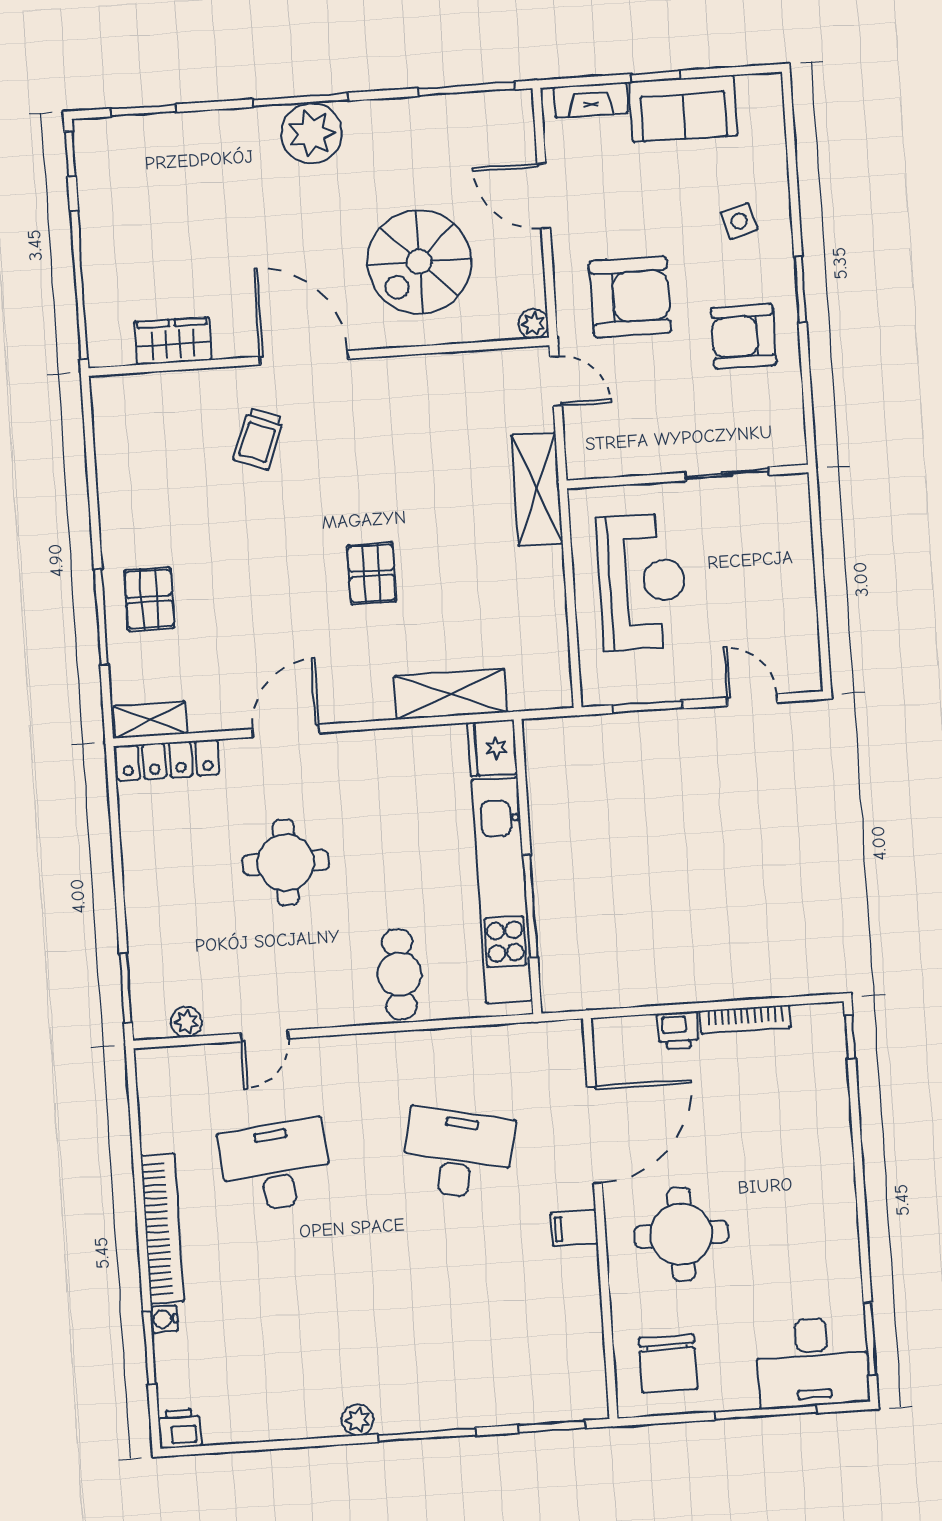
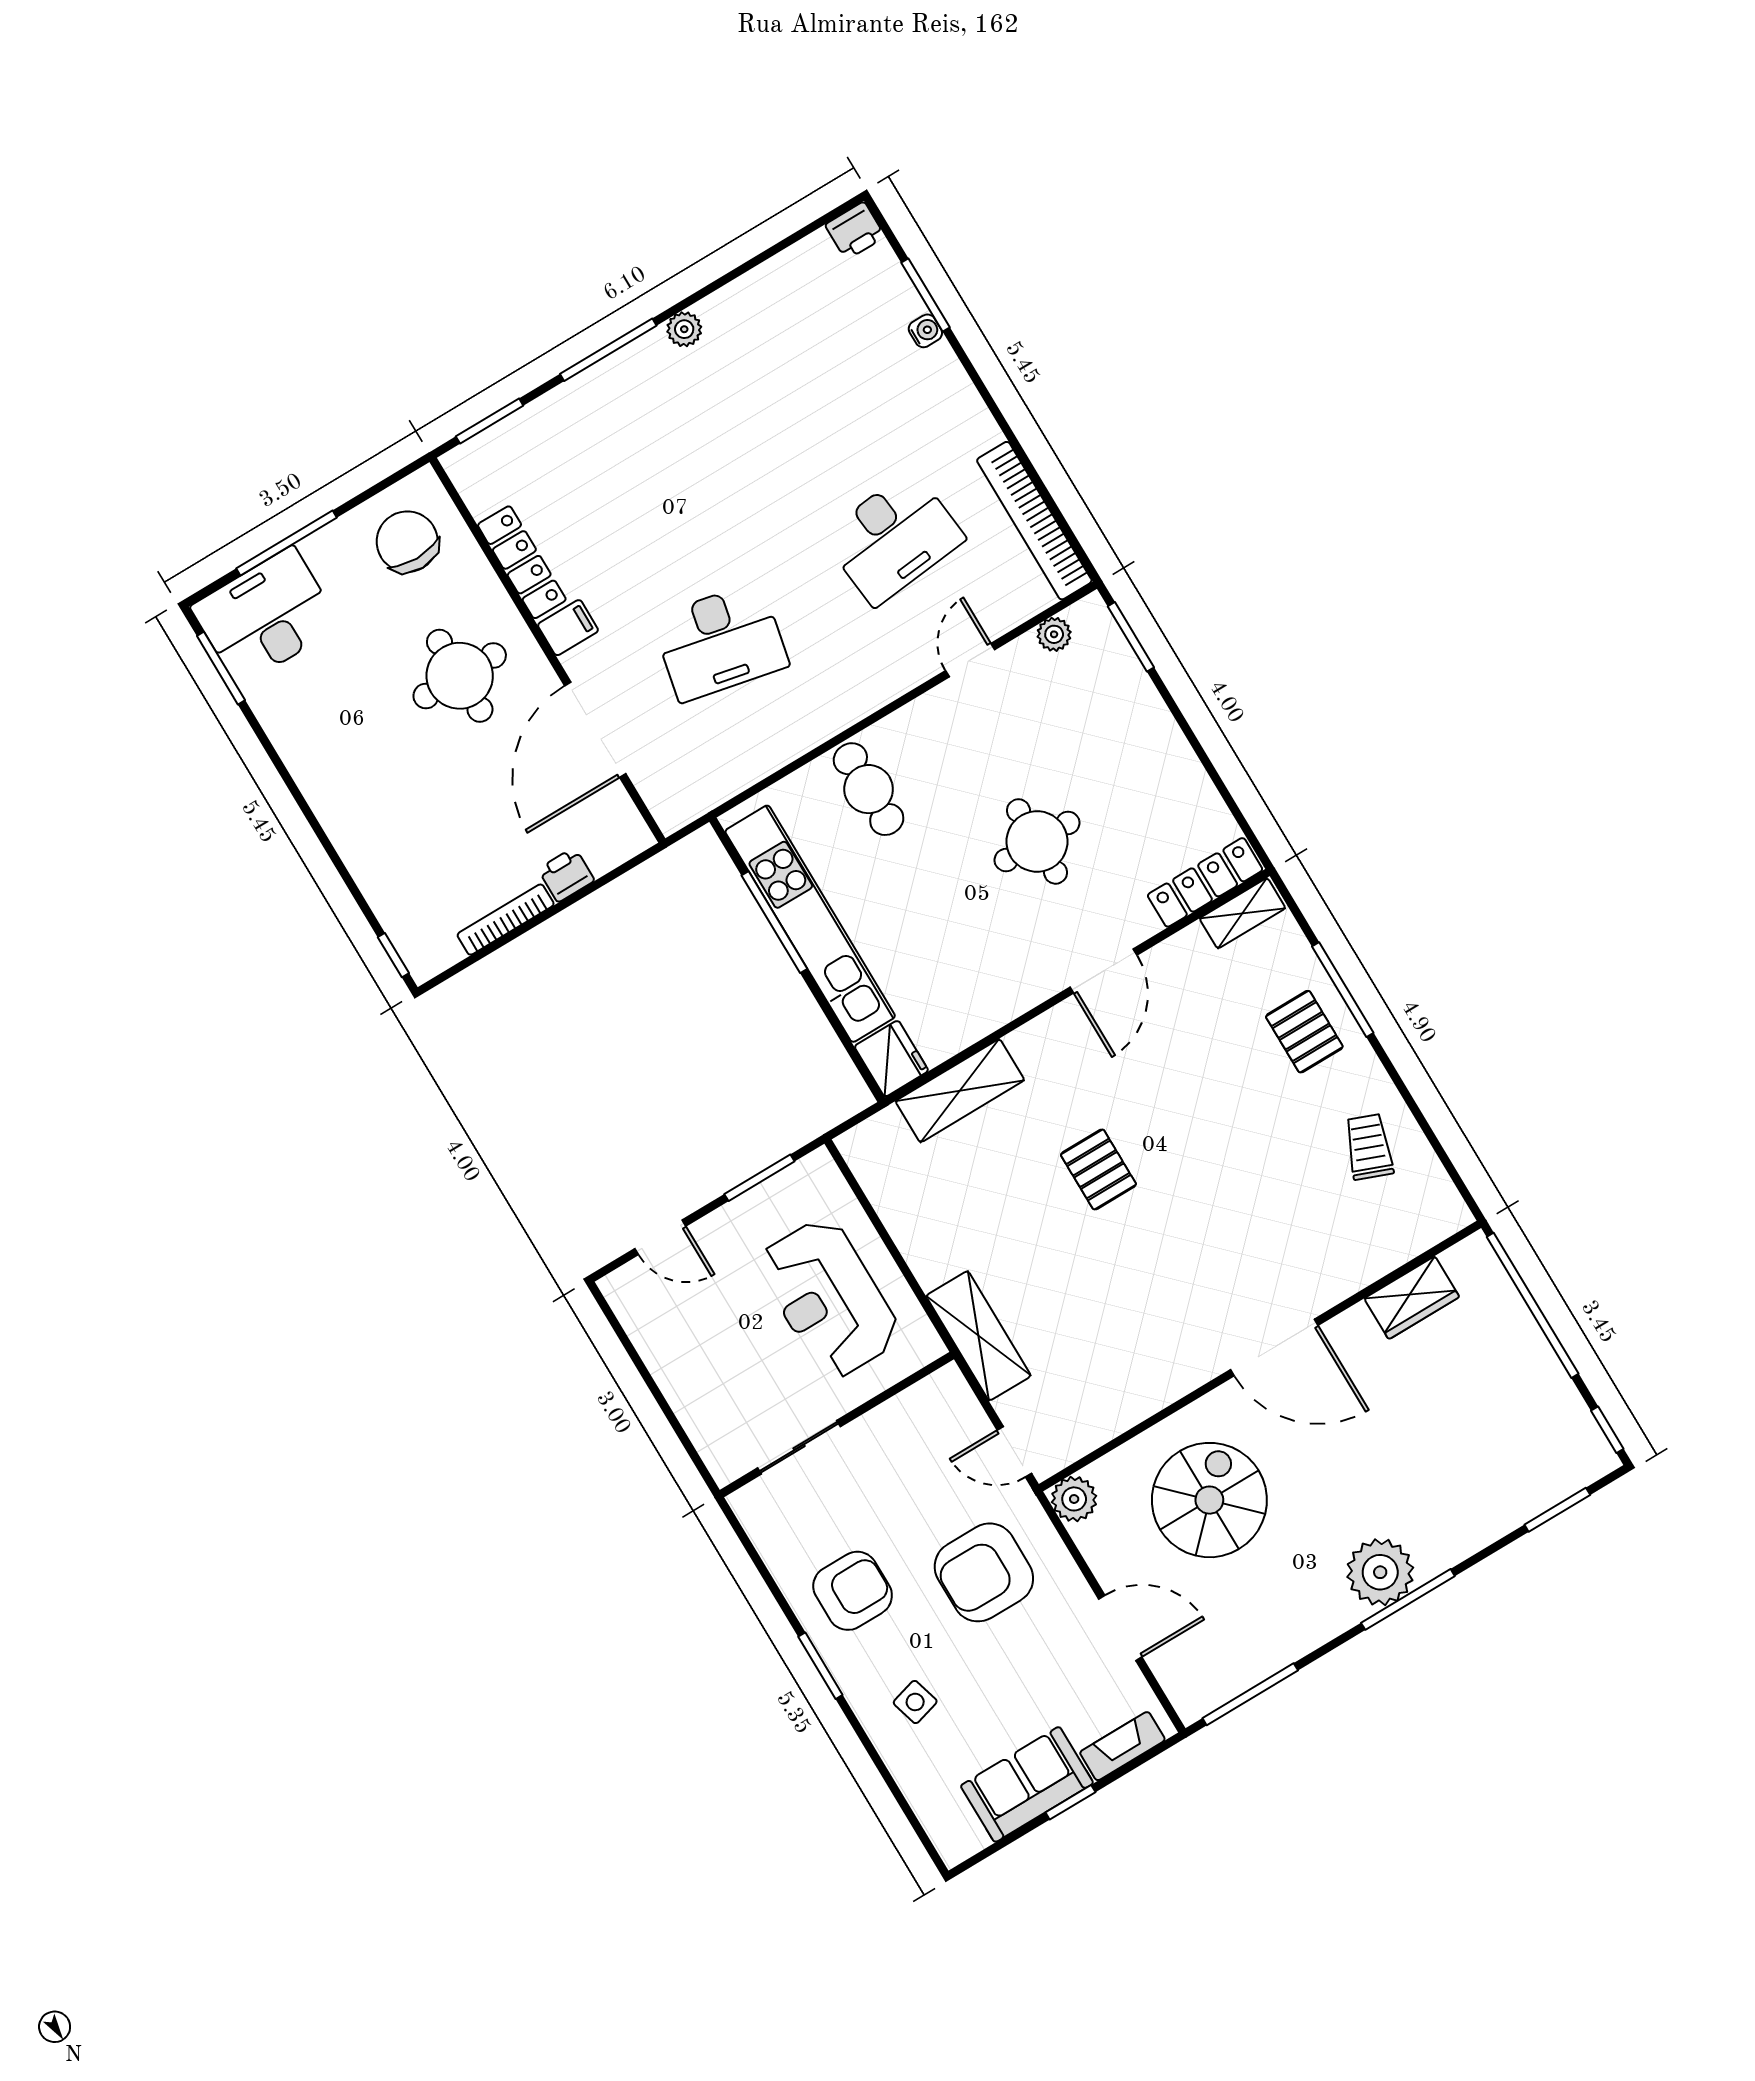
plant: (533, 324) -> (1074, 1499), width x1.38, depth x1.38
trolley: (258, 439) -> (1369, 1147), moved
bookcase: (162, 1228) -> (1034, 521), moved
locker: (584, 1300) -> (522, 562), added

